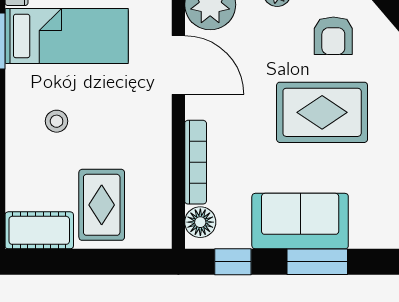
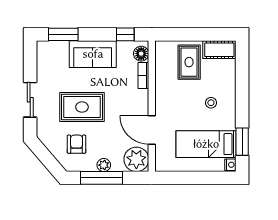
bookcase: (196, 162) -> (143, 75), width x0.64
window: (317, 262) -> (63, 34), moved

